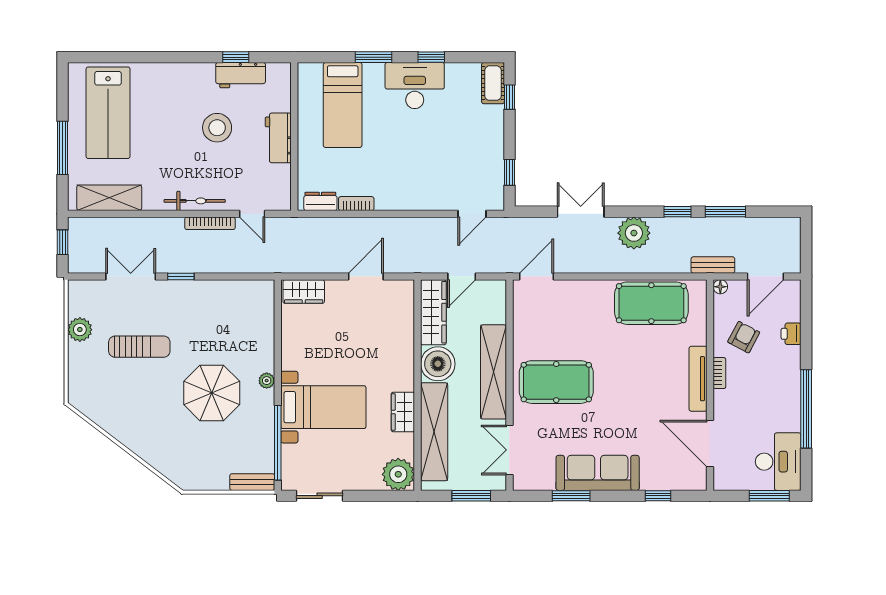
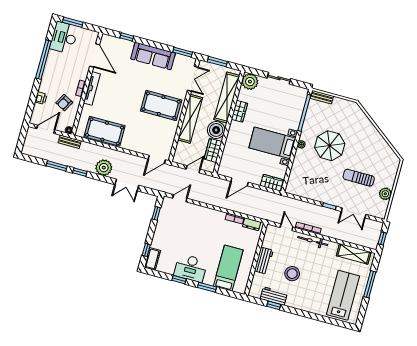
wardrobe: (433, 312) -> (213, 150), width x0.67
bed with nightstands: (323, 407) -> (272, 143), moved
sliding door: (320, 496) -> (279, 78), moved
window: (571, 496) -> (183, 52), moved

